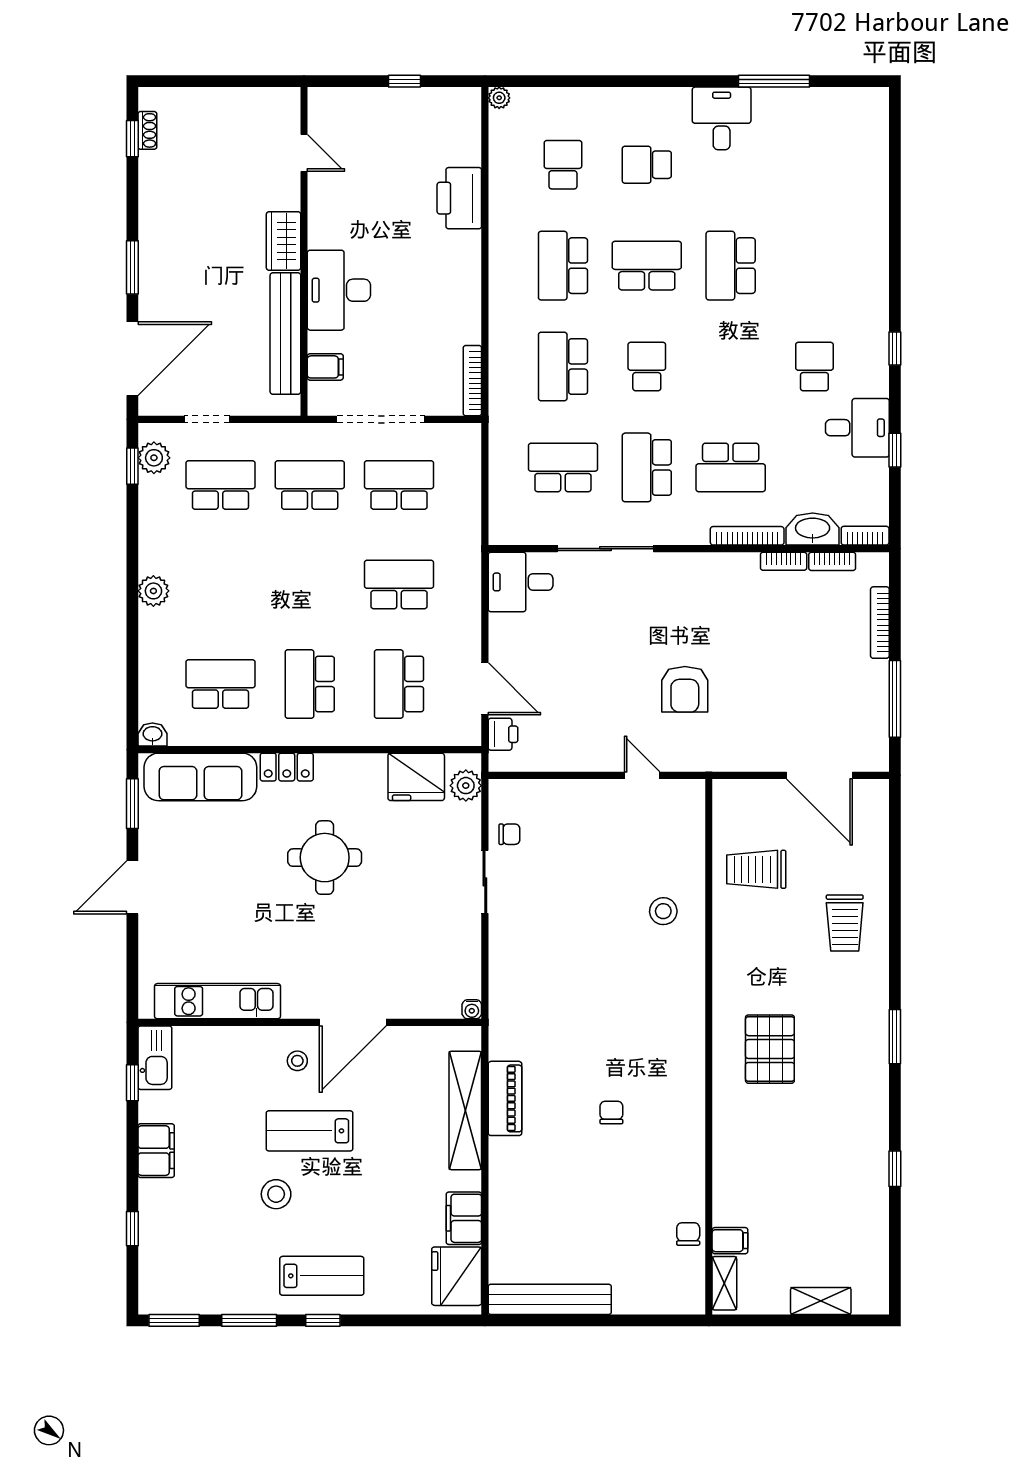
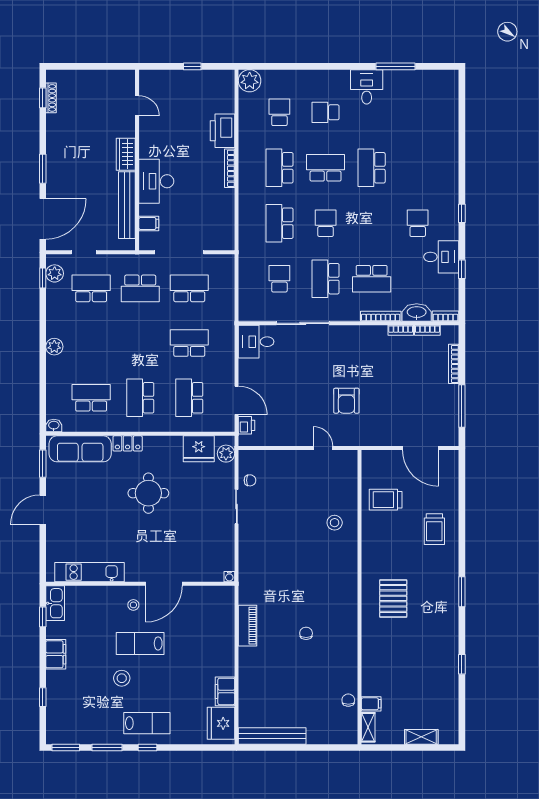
plant: (499, 98) -> (250, 81), width x1.87, depth x1.87
shoe rack: (147, 130) -> (51, 98), width x1.43
bookcase: (472, 381) -> (230, 168), moved
school desk: (563, 467) -> (279, 279), width x0.54
school desk: (310, 485) -> (140, 288), turned 180
shelving: (465, 1110) -> (226, 632), removed

